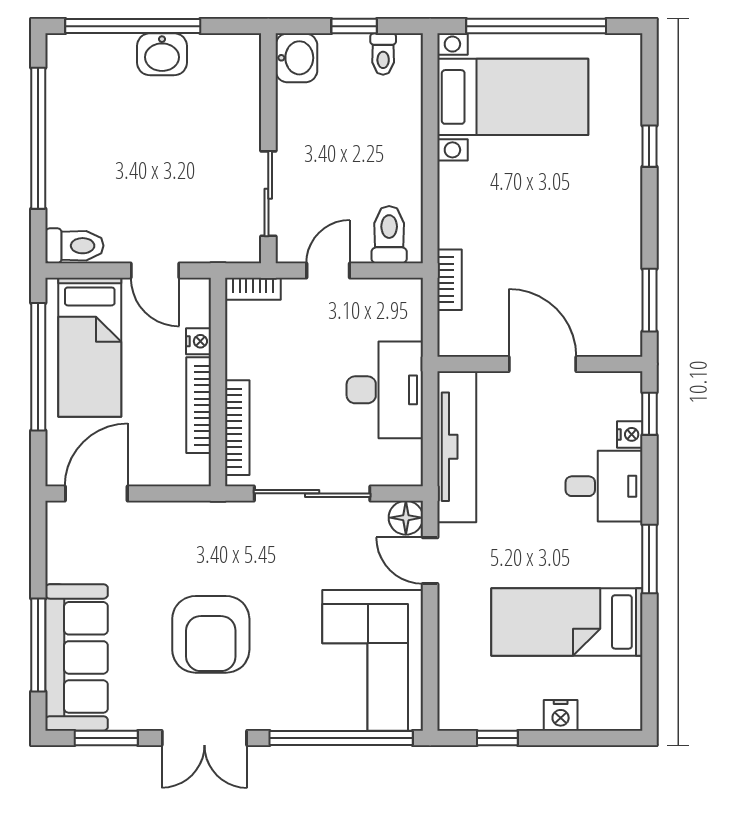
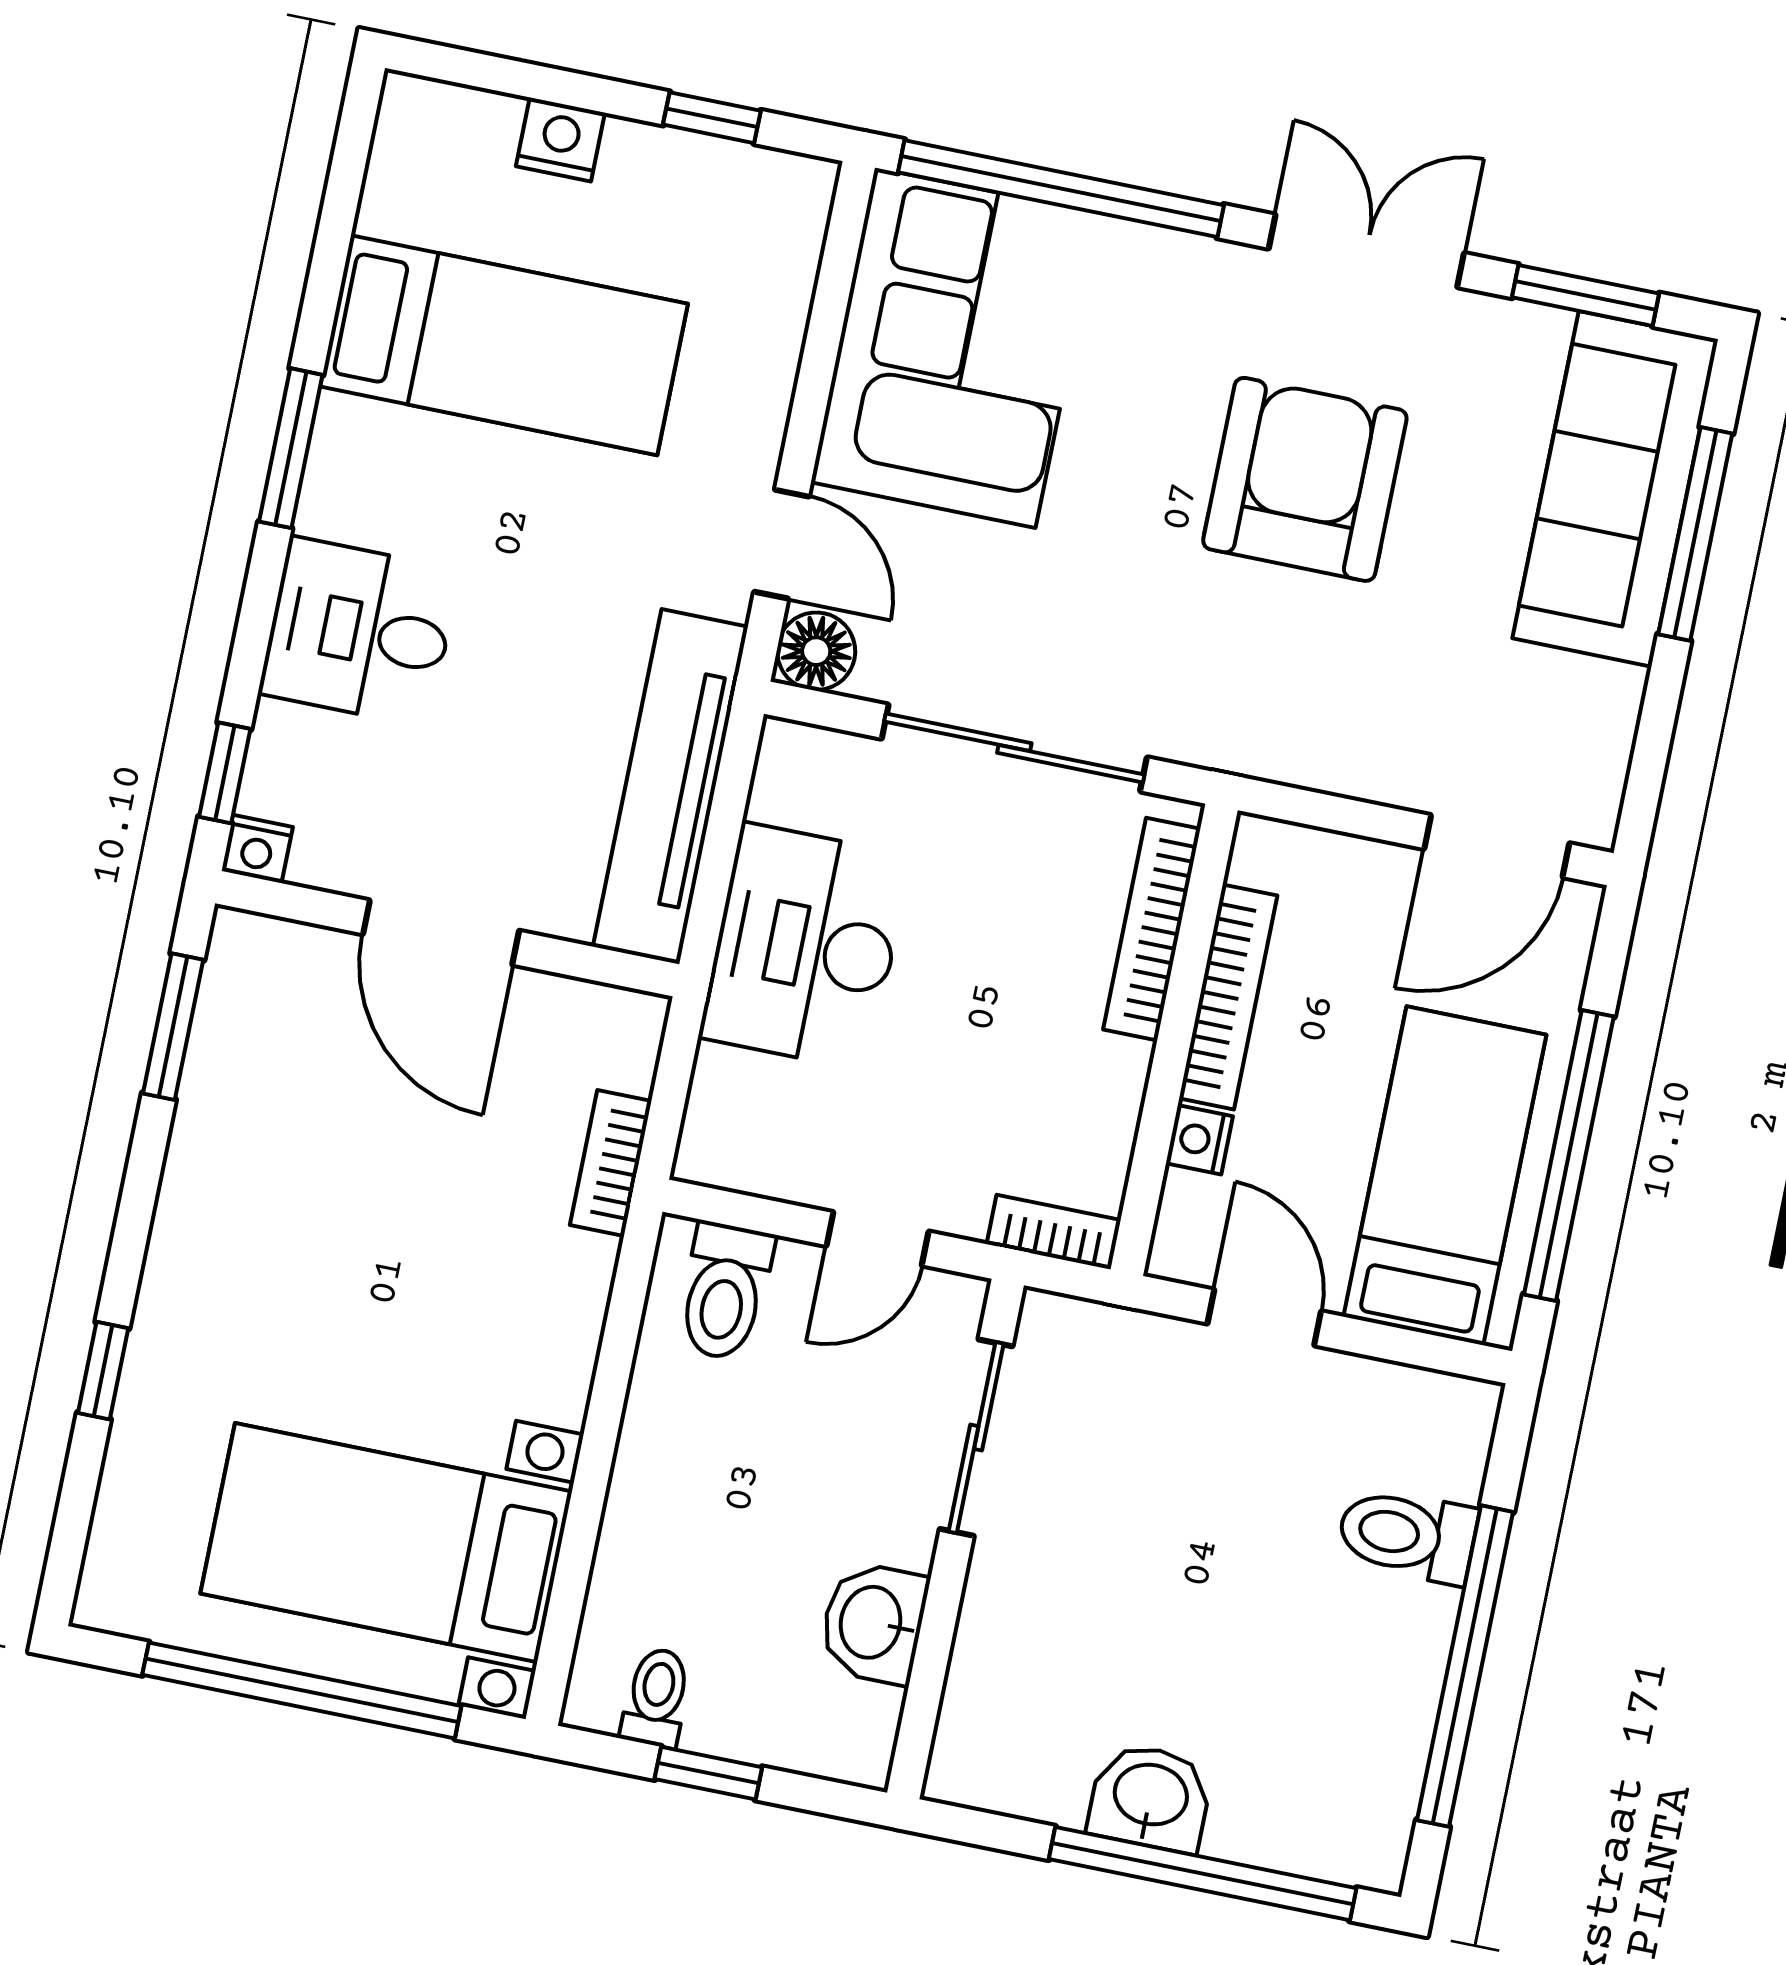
washbasin: (296, 58) -> (873, 1623), moved
toilet: (74, 246) -> (1407, 1535), moved
nightstand: (630, 434) -> (257, 849), moved, turned -90

